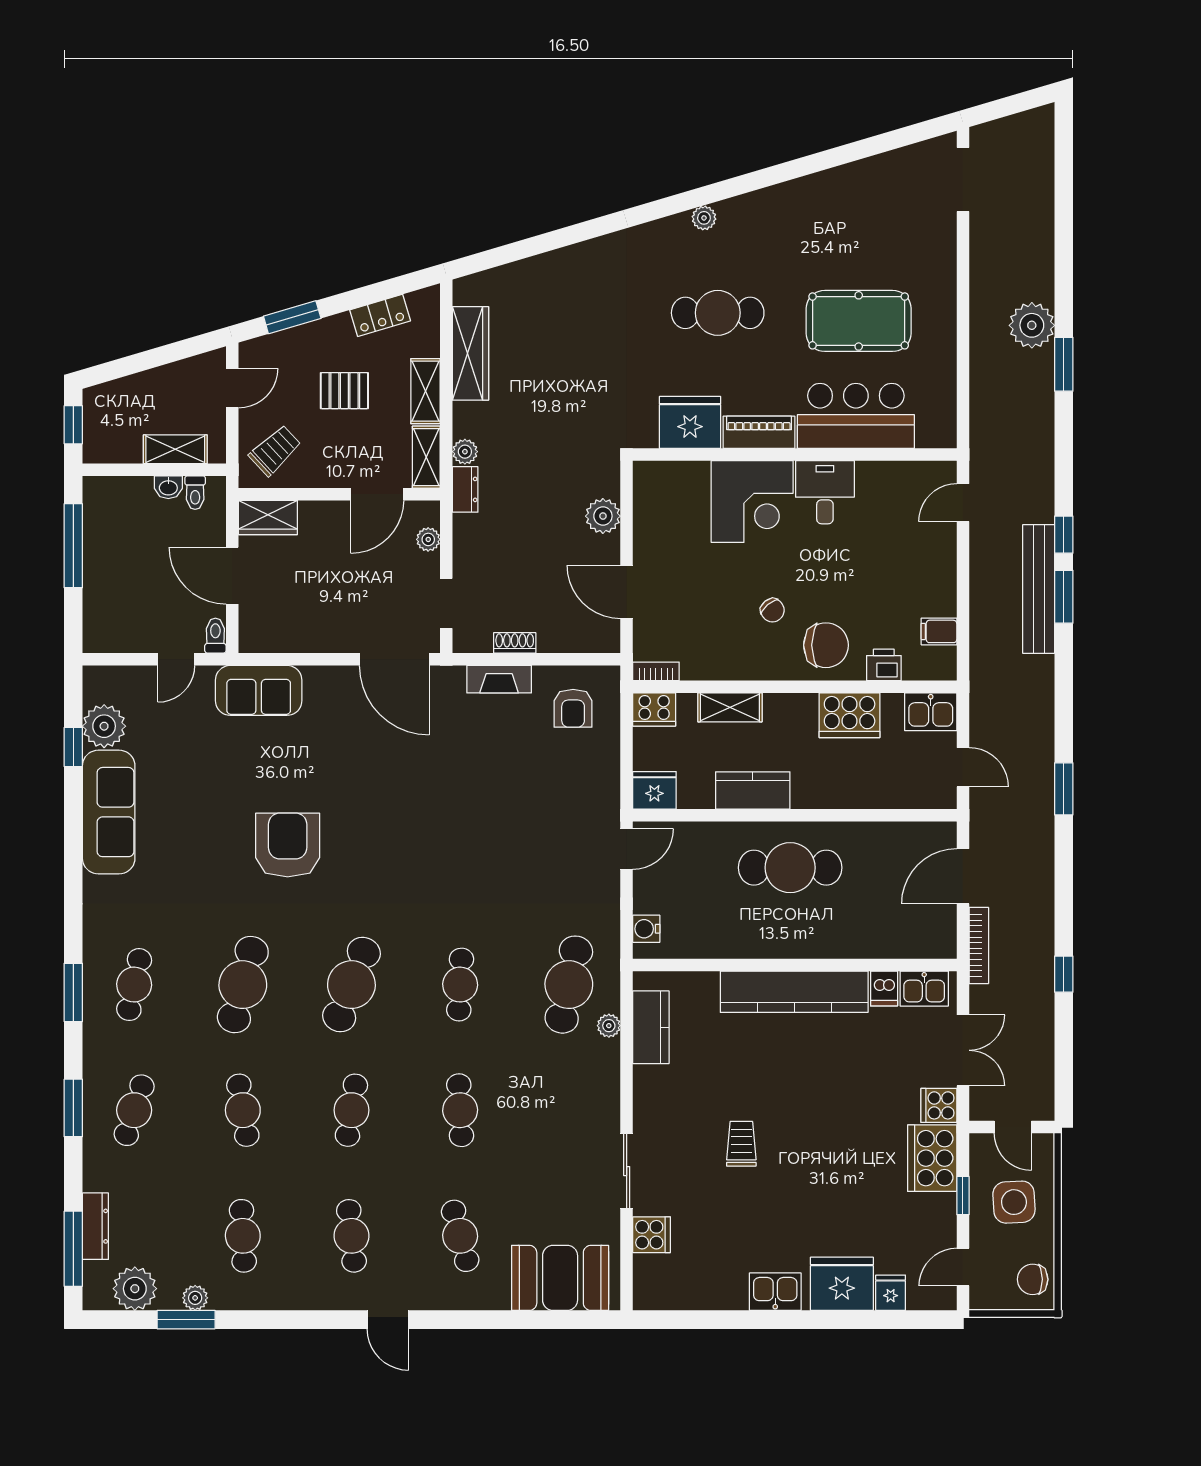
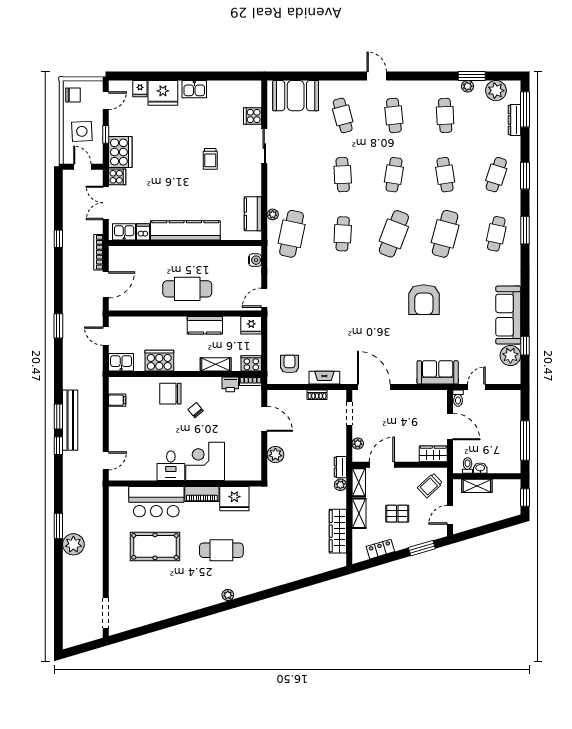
printer: (884, 665) -> (230, 384), moved

